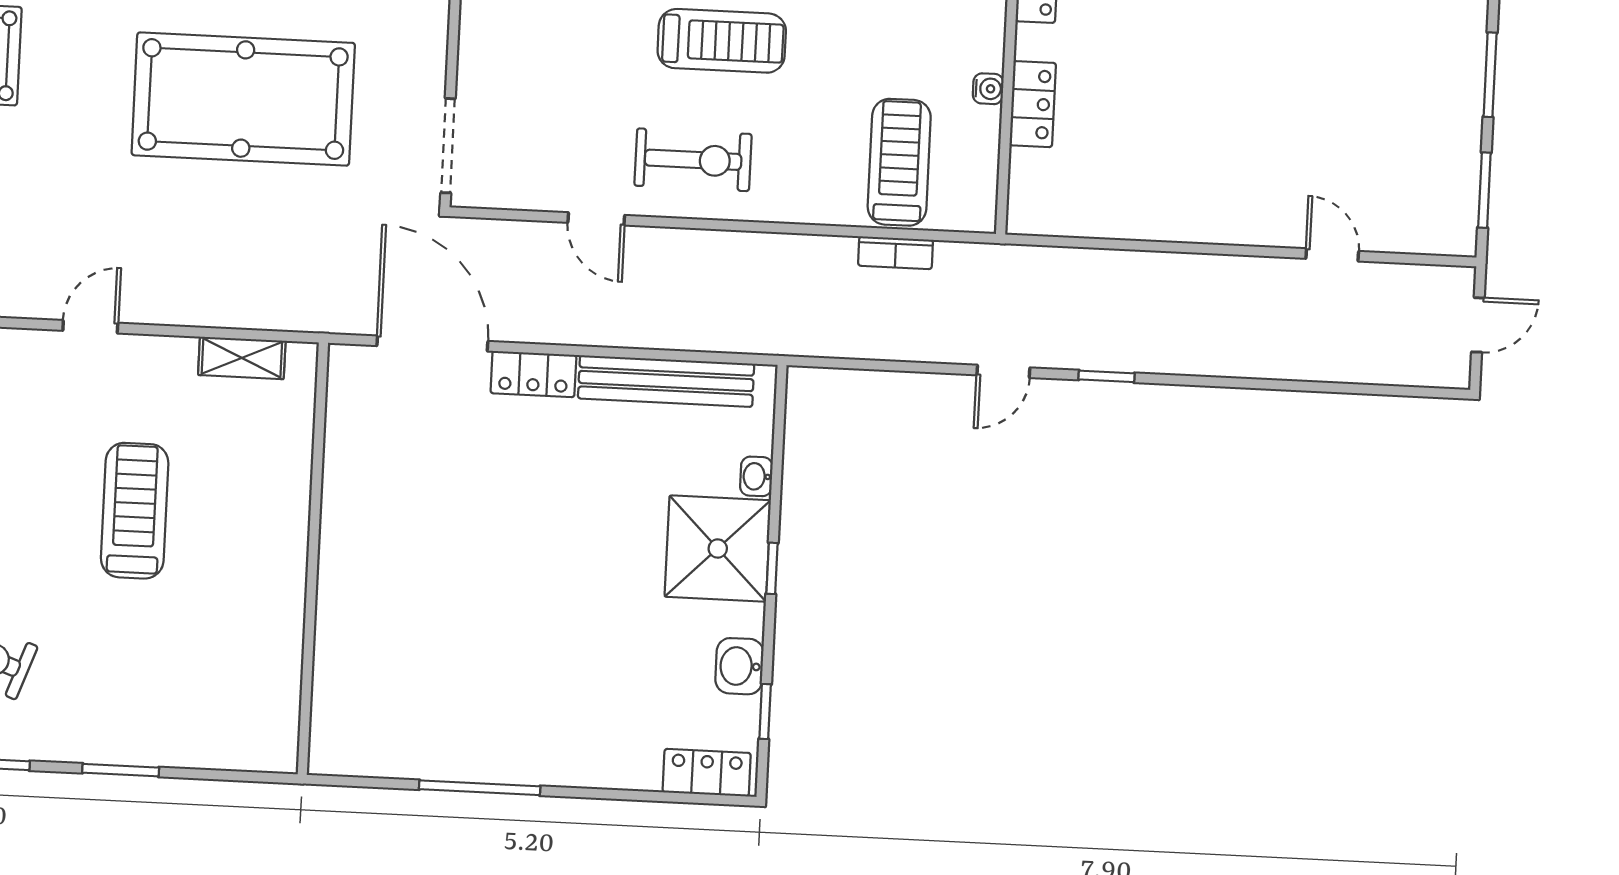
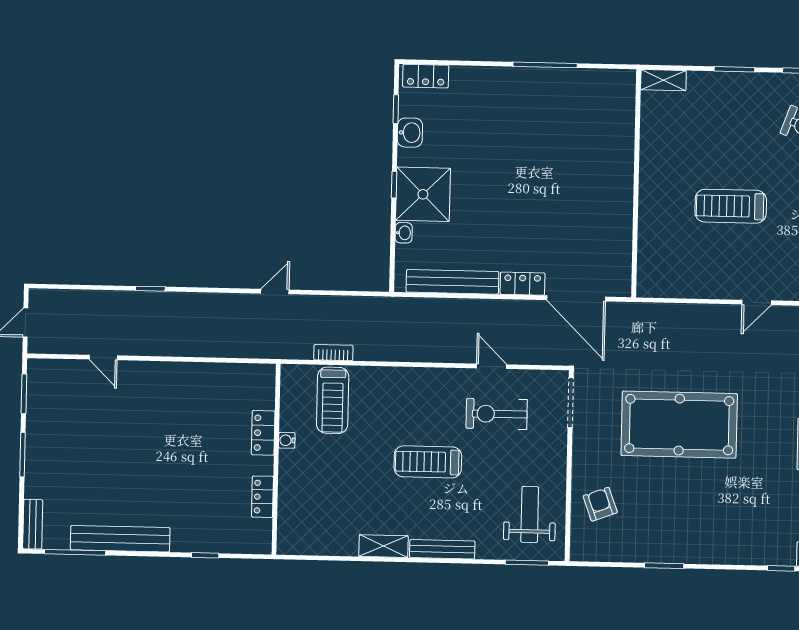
exercise bike: (693, 160) -> (497, 414), moved
shelving: (242, 358) -> (663, 80), moved
window: (1106, 376) -> (150, 289), moved
treadmill: (135, 511) -> (731, 206), turned 90

